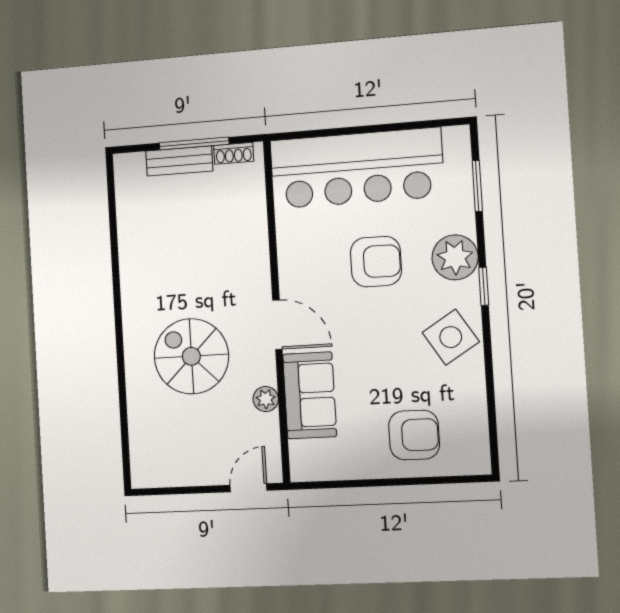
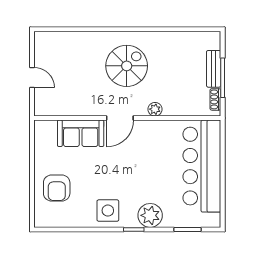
armchair: (376, 262) -> (151, 173), removed
side table: (451, 337) -> (108, 211), turned 32
spiral stairs: (191, 356) -> (127, 66), moved
plant: (266, 399) -> (155, 109), moved
door: (248, 488) -> (32, 77), moved

